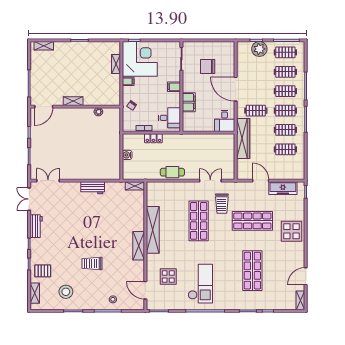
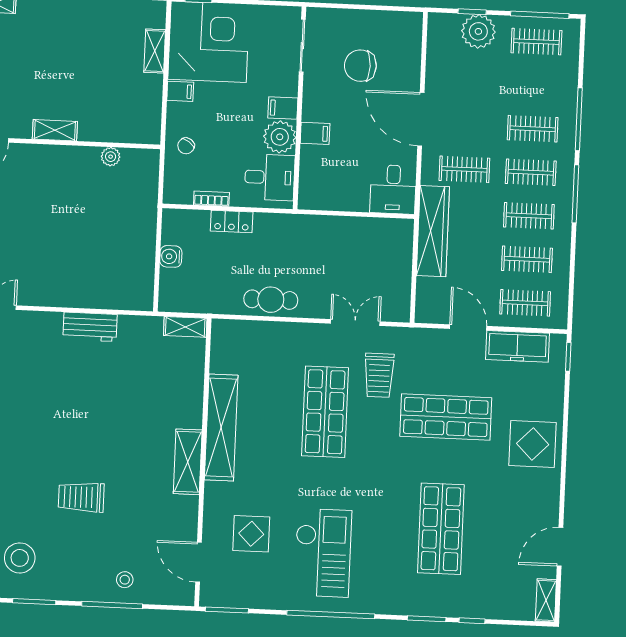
clothes rail: (285, 72) -> (525, 303), moved
plant: (173, 100) -> (280, 137), added
filing cabinet: (189, 102) -> (315, 133), width x0.50

